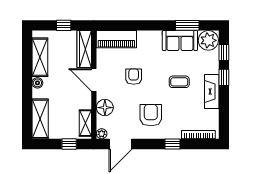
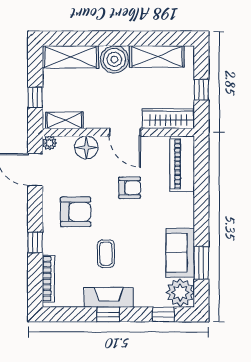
window: (224, 77) -> (108, 314), moved
door: (94, 80) -> (125, 132), swing flipped
coffee table: (179, 82) -> (106, 254), moved
boiler: (37, 83) -> (114, 59), width x1.86, depth x1.86

